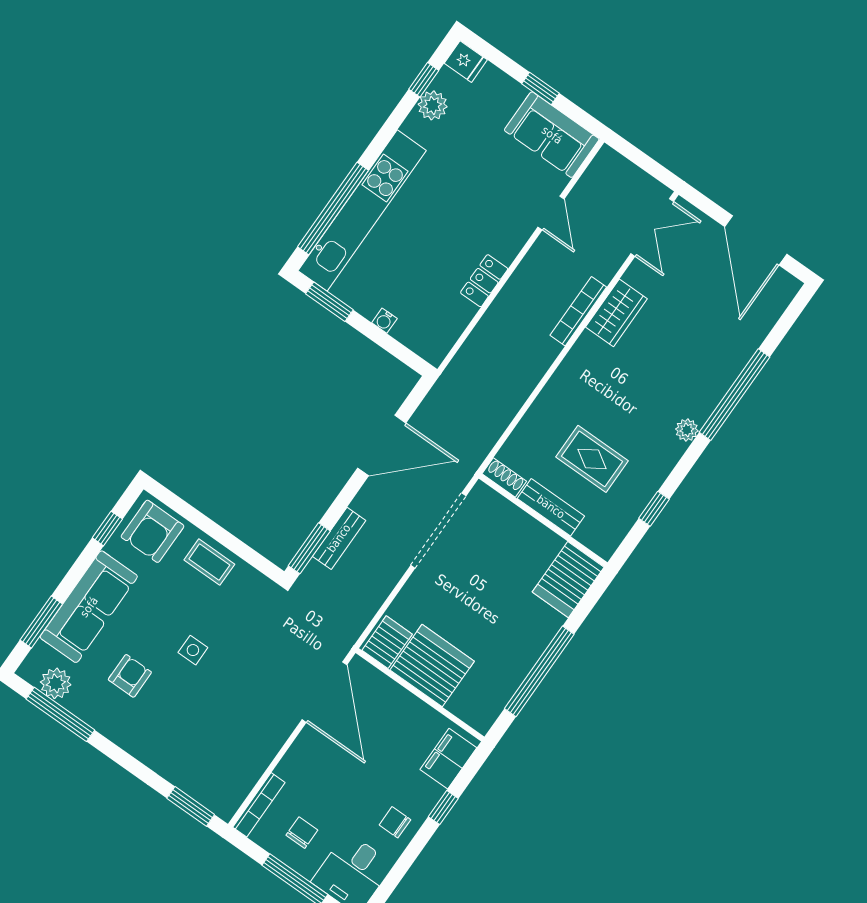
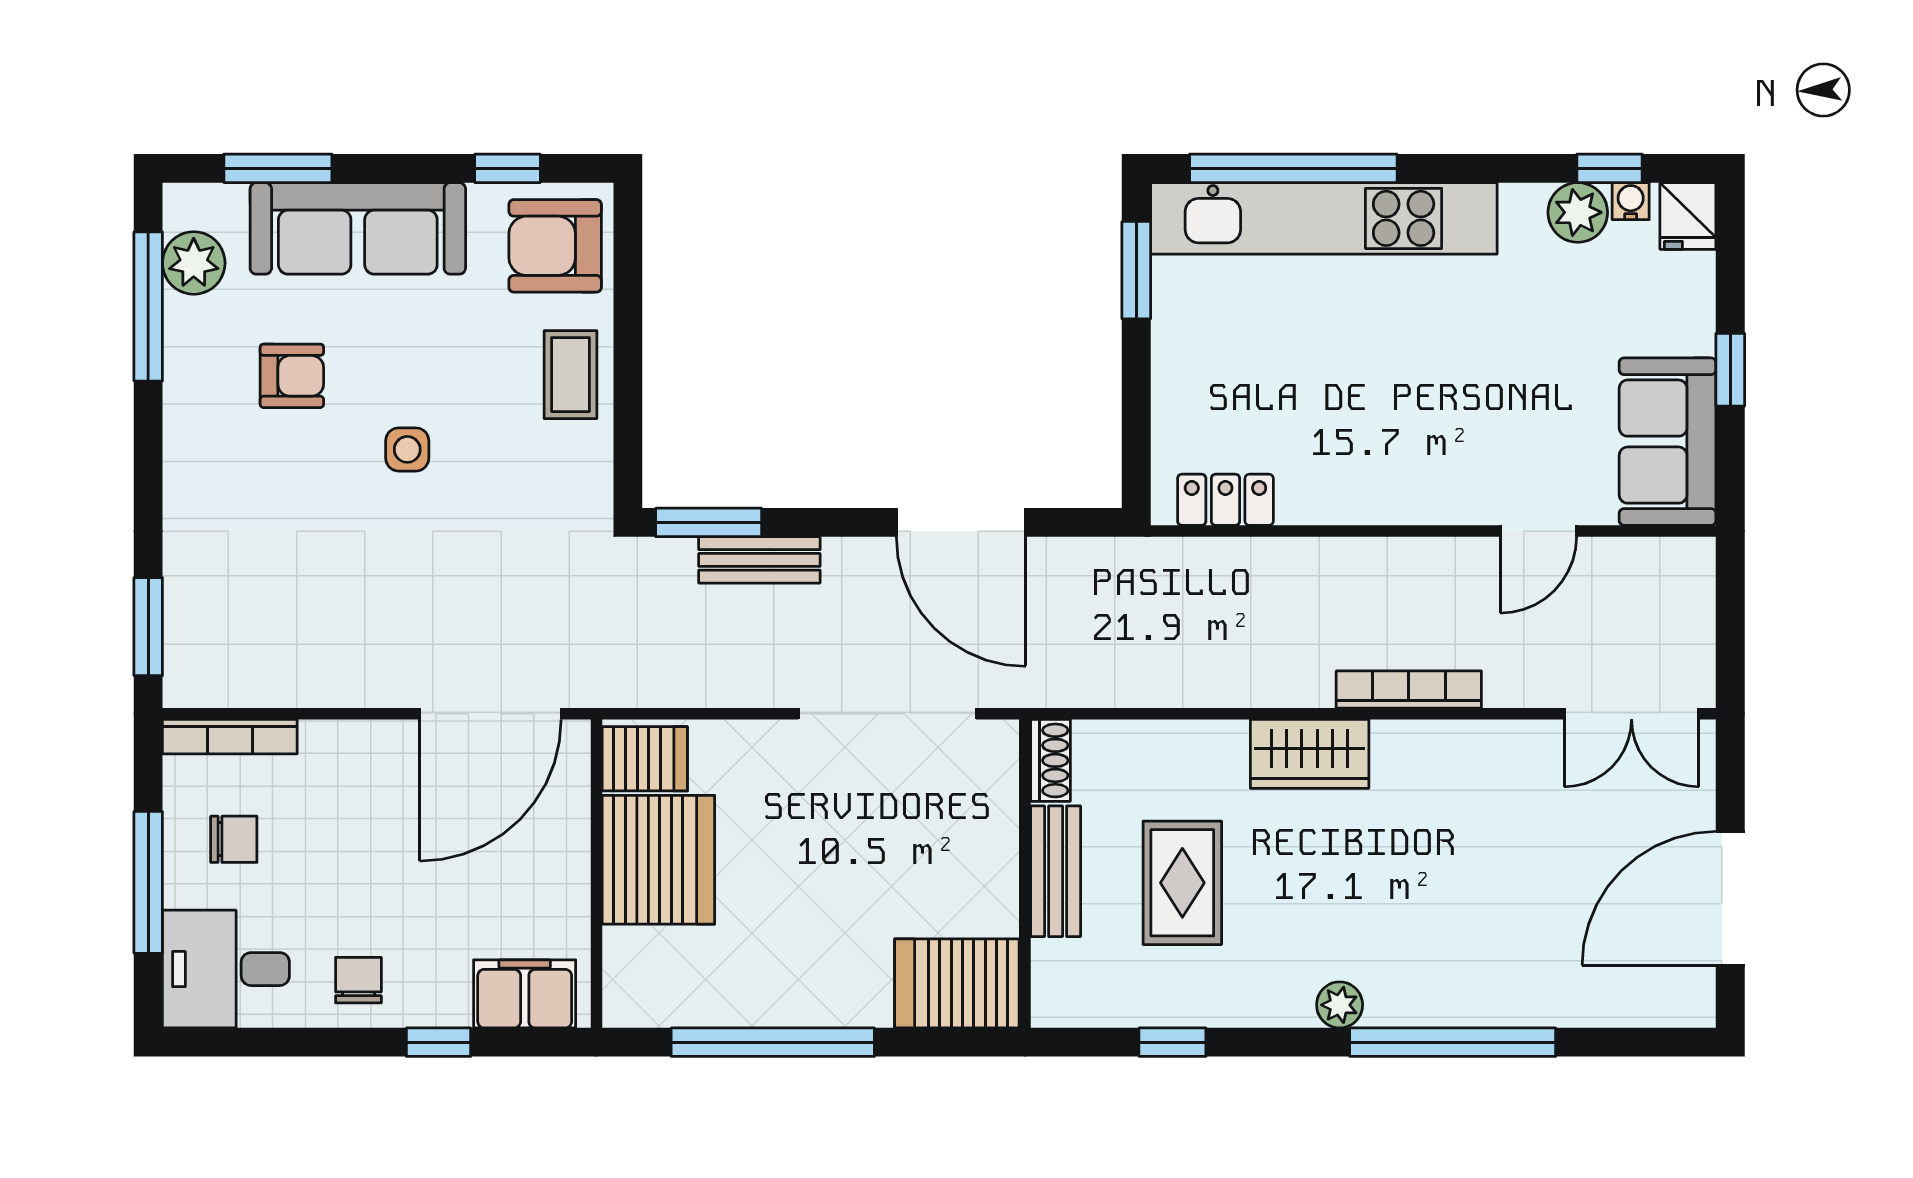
locker: (484, 281) -> (1225, 500), moved
wardrobe: (616, 313) -> (1310, 754), moved
water cooler: (384, 321) -> (1631, 201), moved, turned 90

